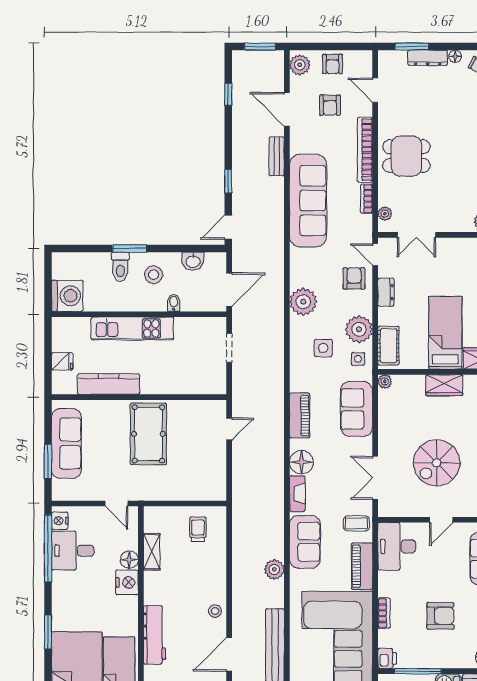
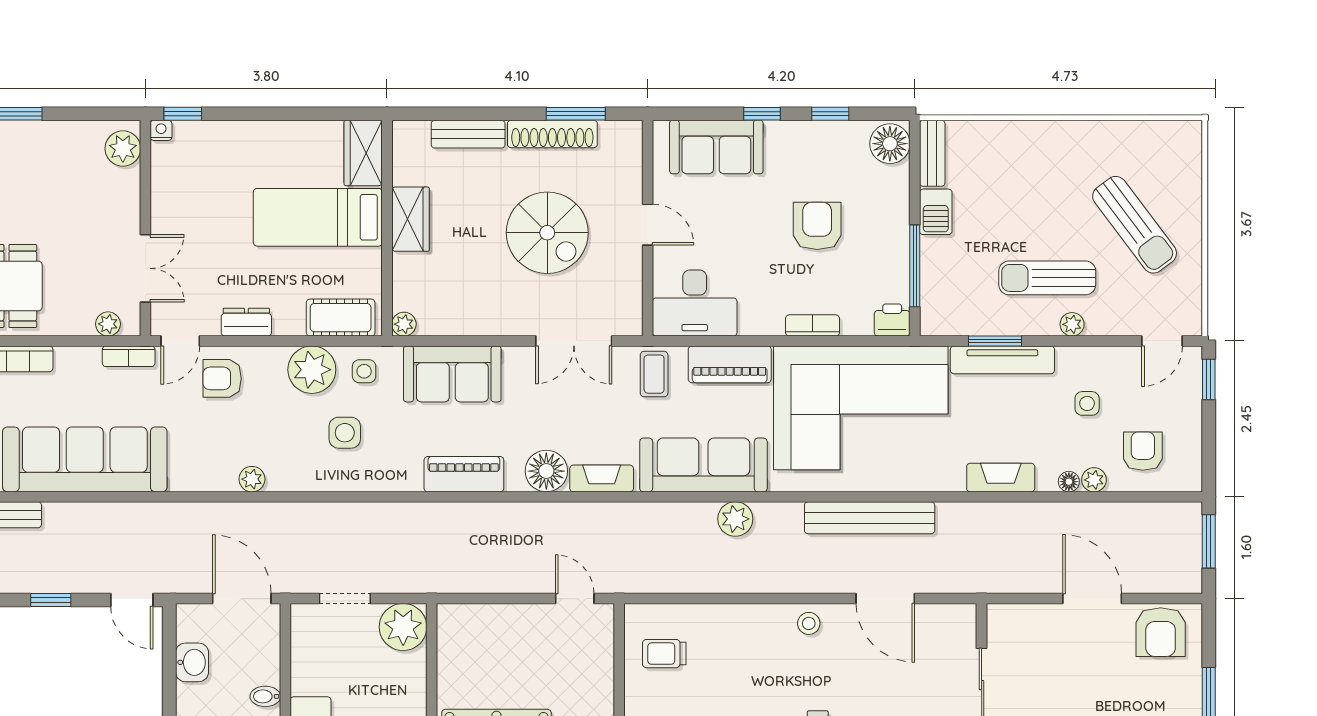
bookcase: (367, 199) -> (129, 356), moved
plant: (303, 302) -> (252, 479), width x0.53, depth x0.53
plant: (213, 381) -> (403, 627), added
door: (229, 429) -> (575, 599), moved
sofa: (305, 542) -> (703, 465), width x1.36

